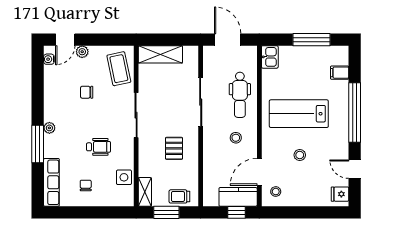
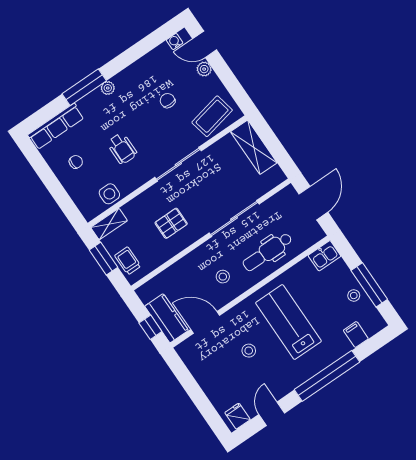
stool: (276, 192) -> (354, 295), moved

